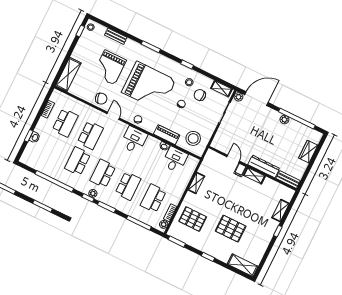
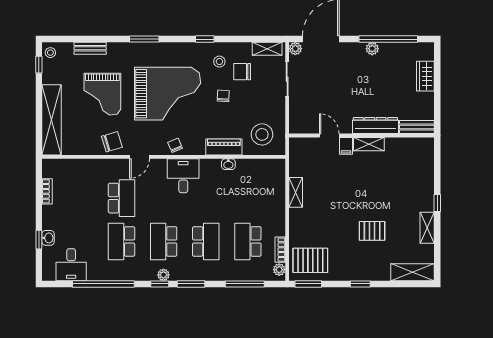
shelving: (68, 74) -> (52, 120), width x1.47
door: (113, 116) -> (140, 157), swing flipped
school desk: (65, 123) -> (79, 198), removed
desk: (175, 160) -> (71, 265), moved, turned 180
shelving: (280, 211) -> (427, 228), moved
pallet: (193, 219) -> (310, 260), moved
pallet: (231, 229) -> (372, 231), width x0.67, depth x0.71

